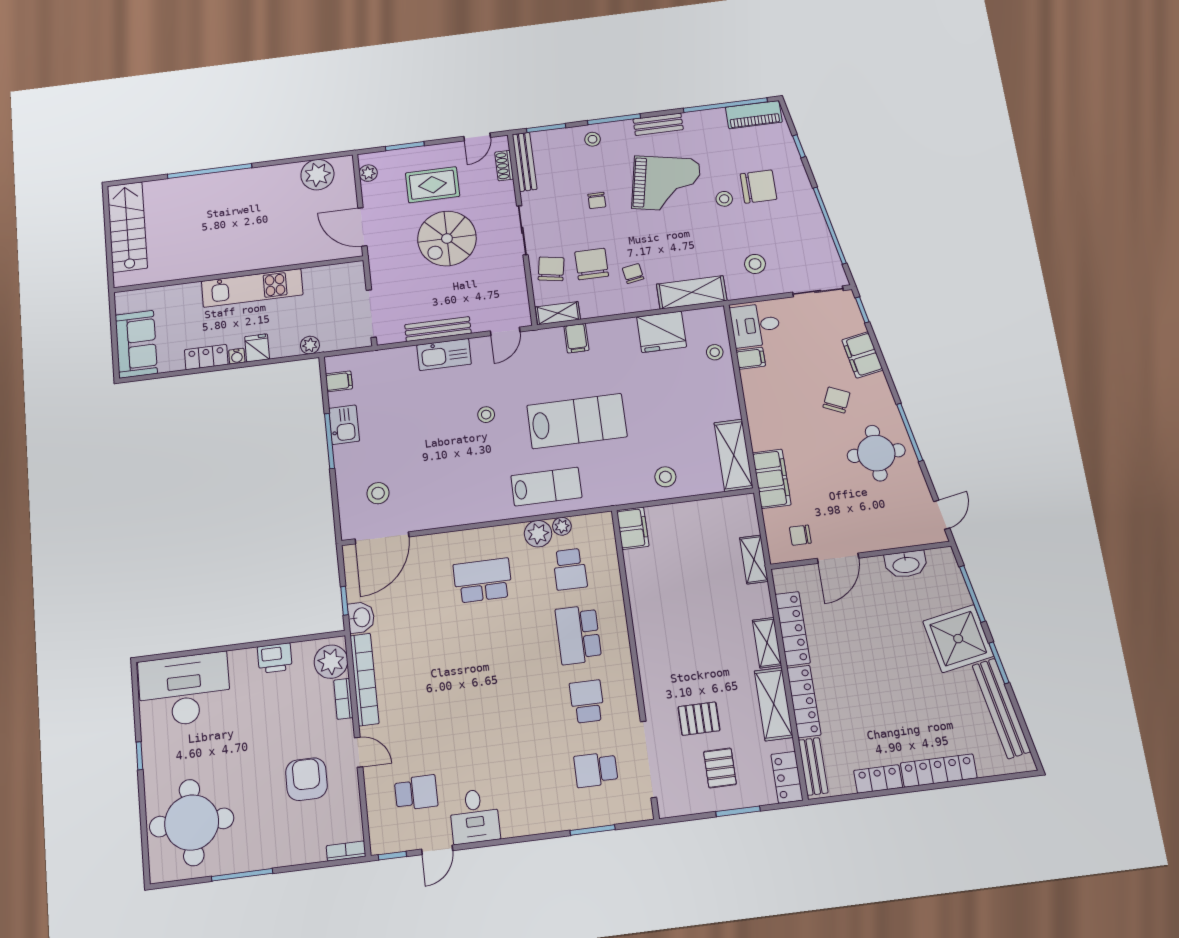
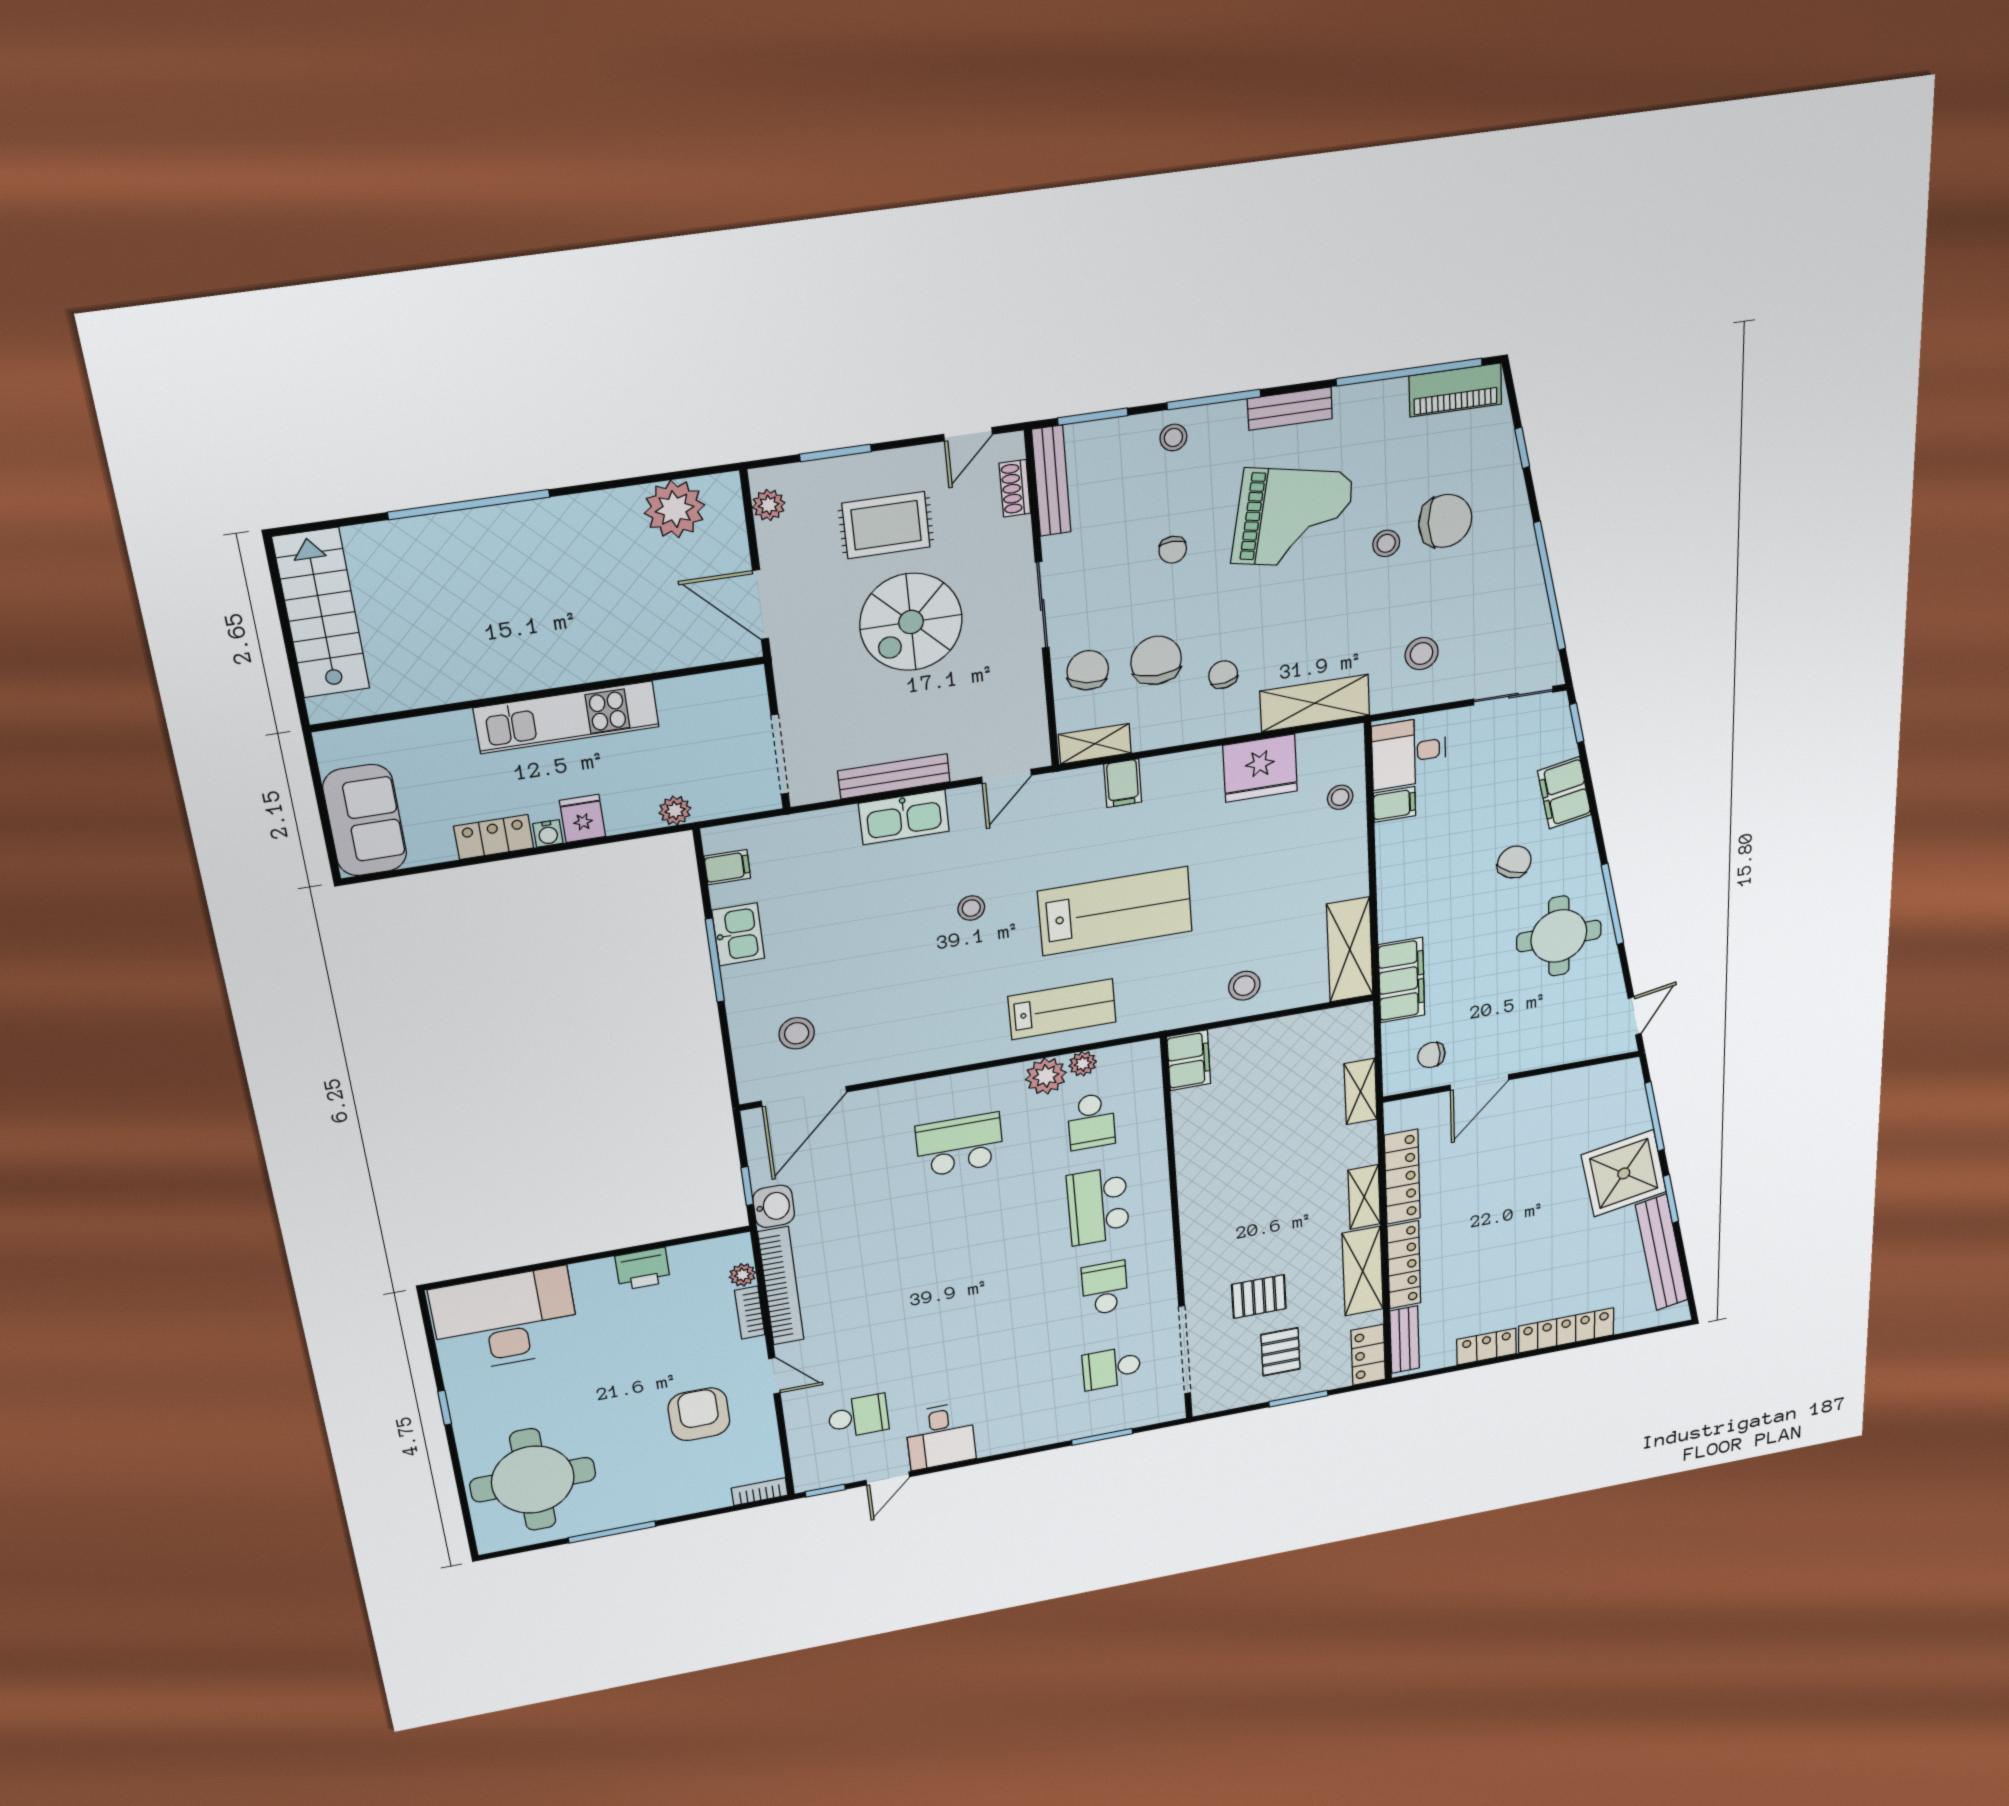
washbasin: (906, 564) -> (1572, 1084), removed
plant: (331, 662) -> (743, 1275), width x0.53, depth x0.53

